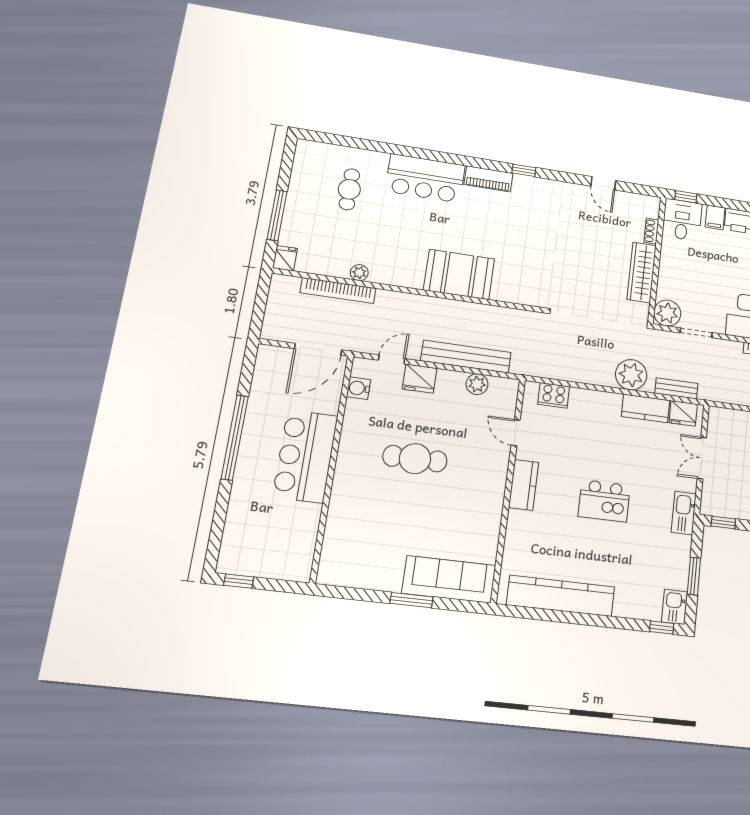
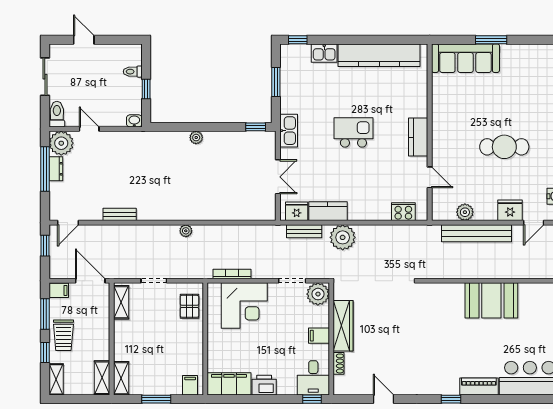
filing cabinet: (715, 217) -> (319, 336), moved, turned -90
kitchen sink: (675, 607) -> (324, 53), moved, turned 90

